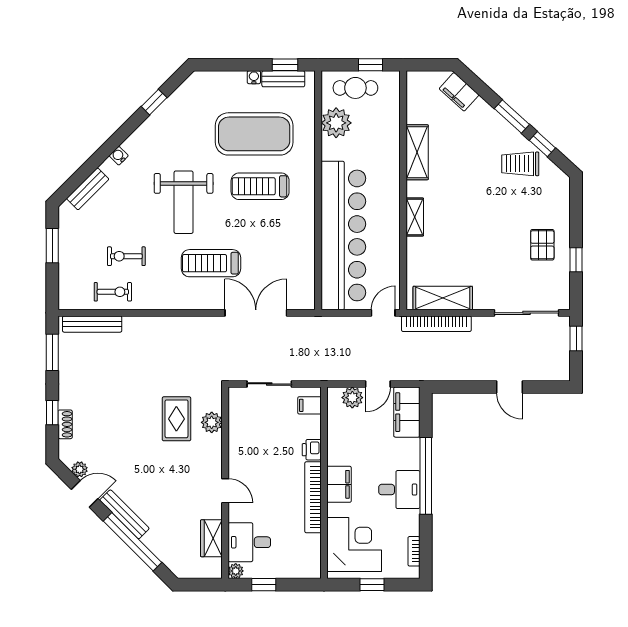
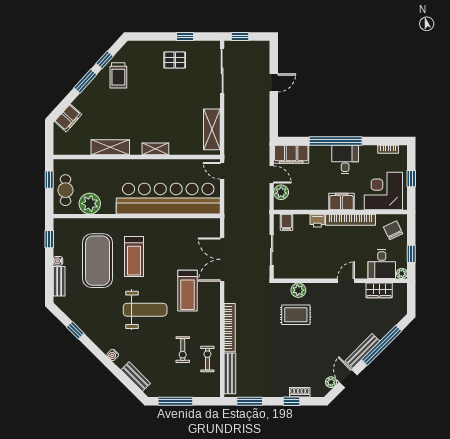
bench: (283, 79) -> (59, 281), moved
window: (52, 246) -> (175, 401), width x1.44
bookcase: (436, 324) -> (230, 328), moved
chair: (298, 558) -> (393, 230), added

